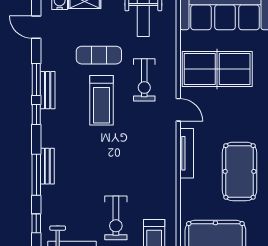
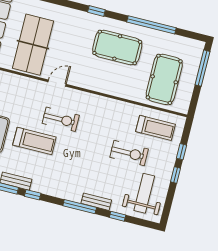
exercise bike: (144, 80) -> (61, 119), moved
tv unit: (187, 153) -> (93, 85), removed
bench: (47, 166) -> (96, 202), moved

